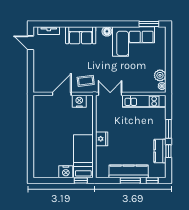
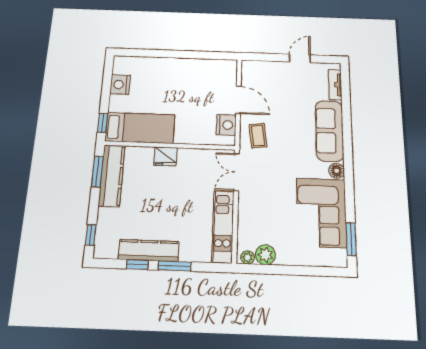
sofa: (81, 35) -> (329, 131), width x1.36
door: (31, 43) -> (300, 58), moved
double door: (110, 94) -> (236, 172), swing flipped
kitchen counter: (160, 151) -> (149, 250), width x1.50
kitchen counter: (129, 171) -> (112, 176), moved
nightstand: (66, 172) -> (120, 85), moved
window: (130, 180) -> (97, 172), moved

